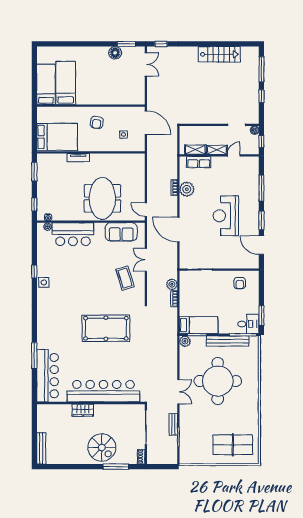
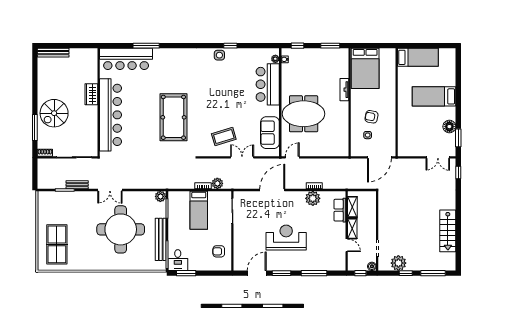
bed: (66, 83) -> (434, 96), moved, turned 180
plant: (251, 104) -> (398, 263), added
armchair: (97, 122) -> (371, 117), moved
bed: (199, 325) -> (199, 210), moved

